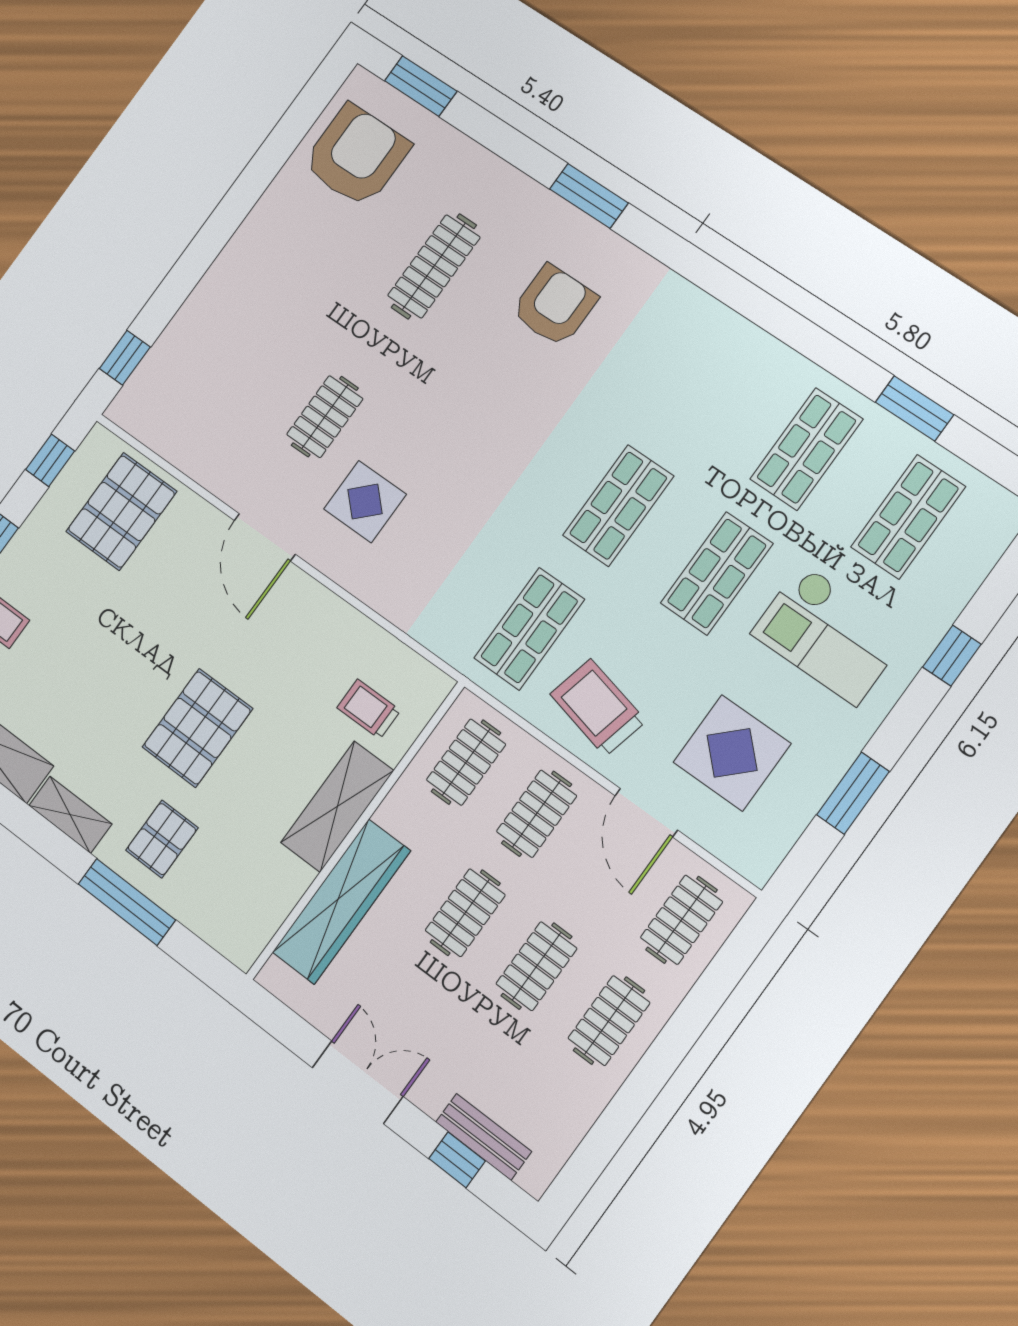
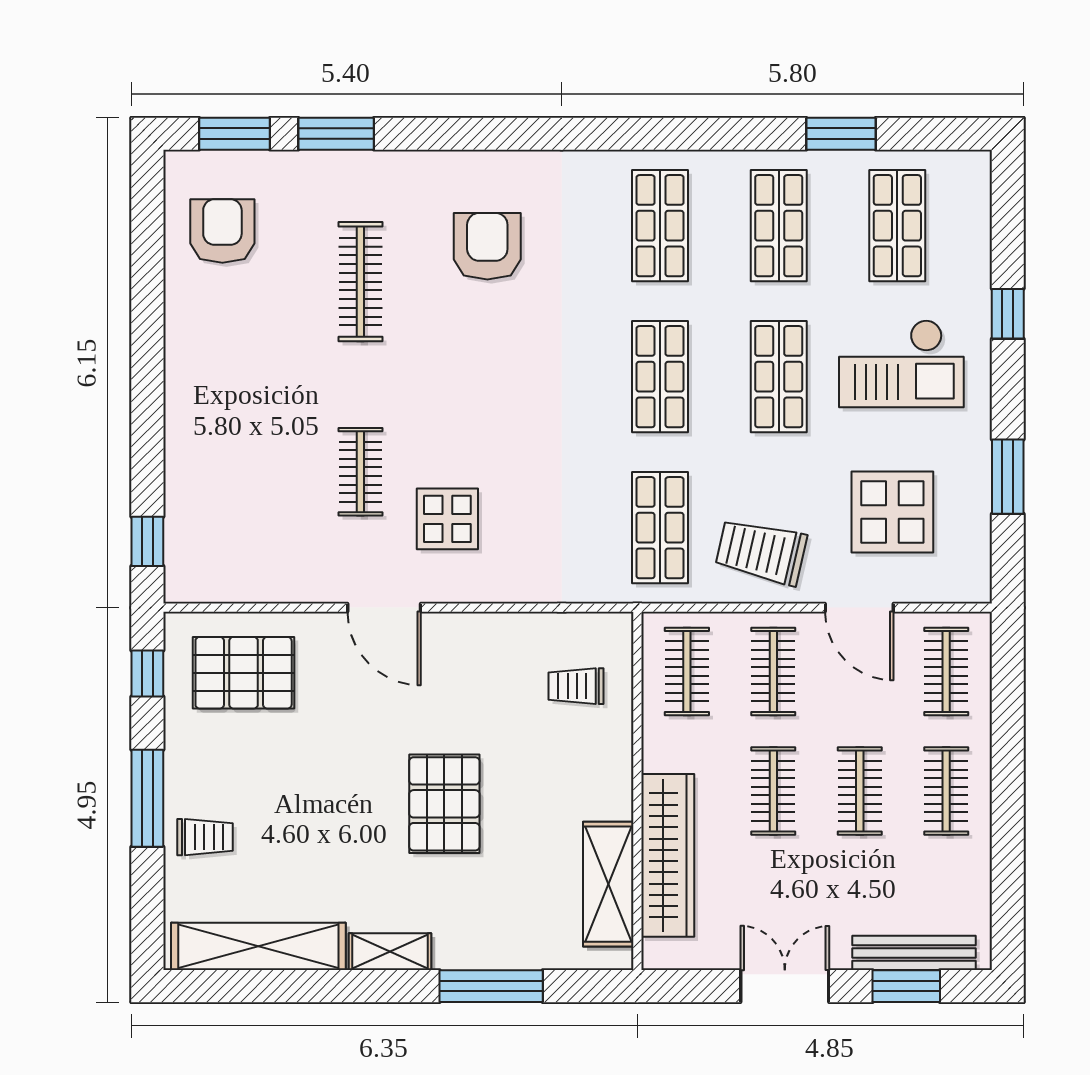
armchair: (356, 156) -> (222, 231), width x0.73, depth x0.73
window: (589, 196) -> (336, 134), moved
shop shelf: (707, 383) -> (660, 226), added
pallet: (121, 511) -> (244, 673), turned 90
shelving: (337, 807) -> (608, 884), moved
pallet: (162, 839) -> (482, 915), removed
bench: (484, 1137) -> (914, 953), width x1.36
window: (457, 1160) -> (906, 986), width x1.50

